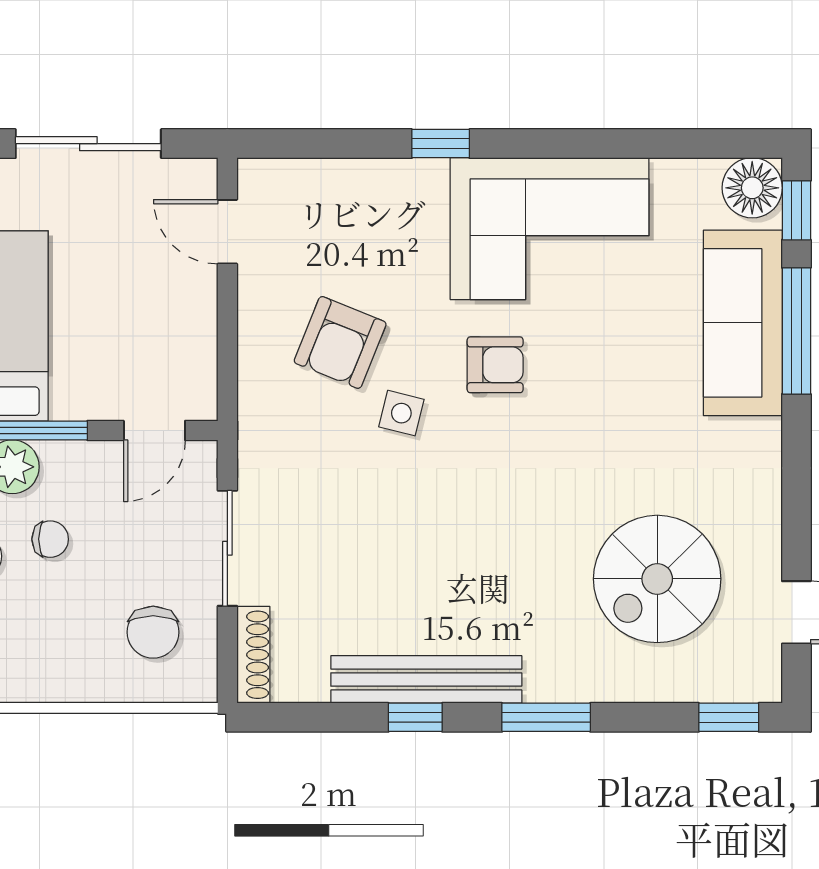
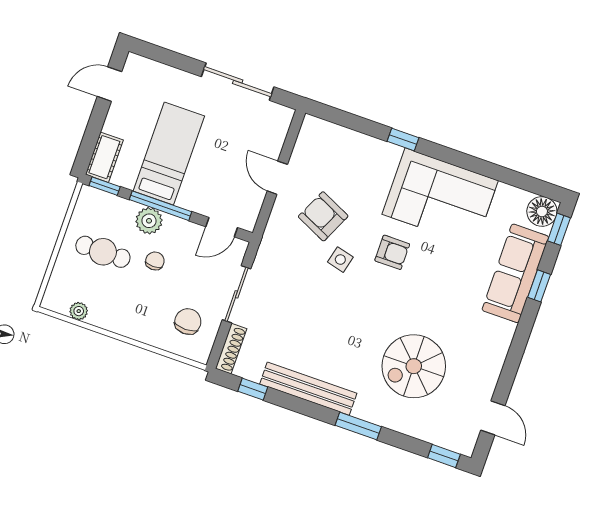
door: (227, 232) -> (277, 178), moved
window: (796, 331) -> (539, 286), width x0.46
armchair: (340, 342) -> (323, 216), turned 93
chair: (50, 539) -> (155, 261), turned -90
spiral stairs: (657, 579) -> (414, 366), moved
chair: (153, 632) -> (188, 321), turned 180
window: (415, 717) -> (253, 389), moved

